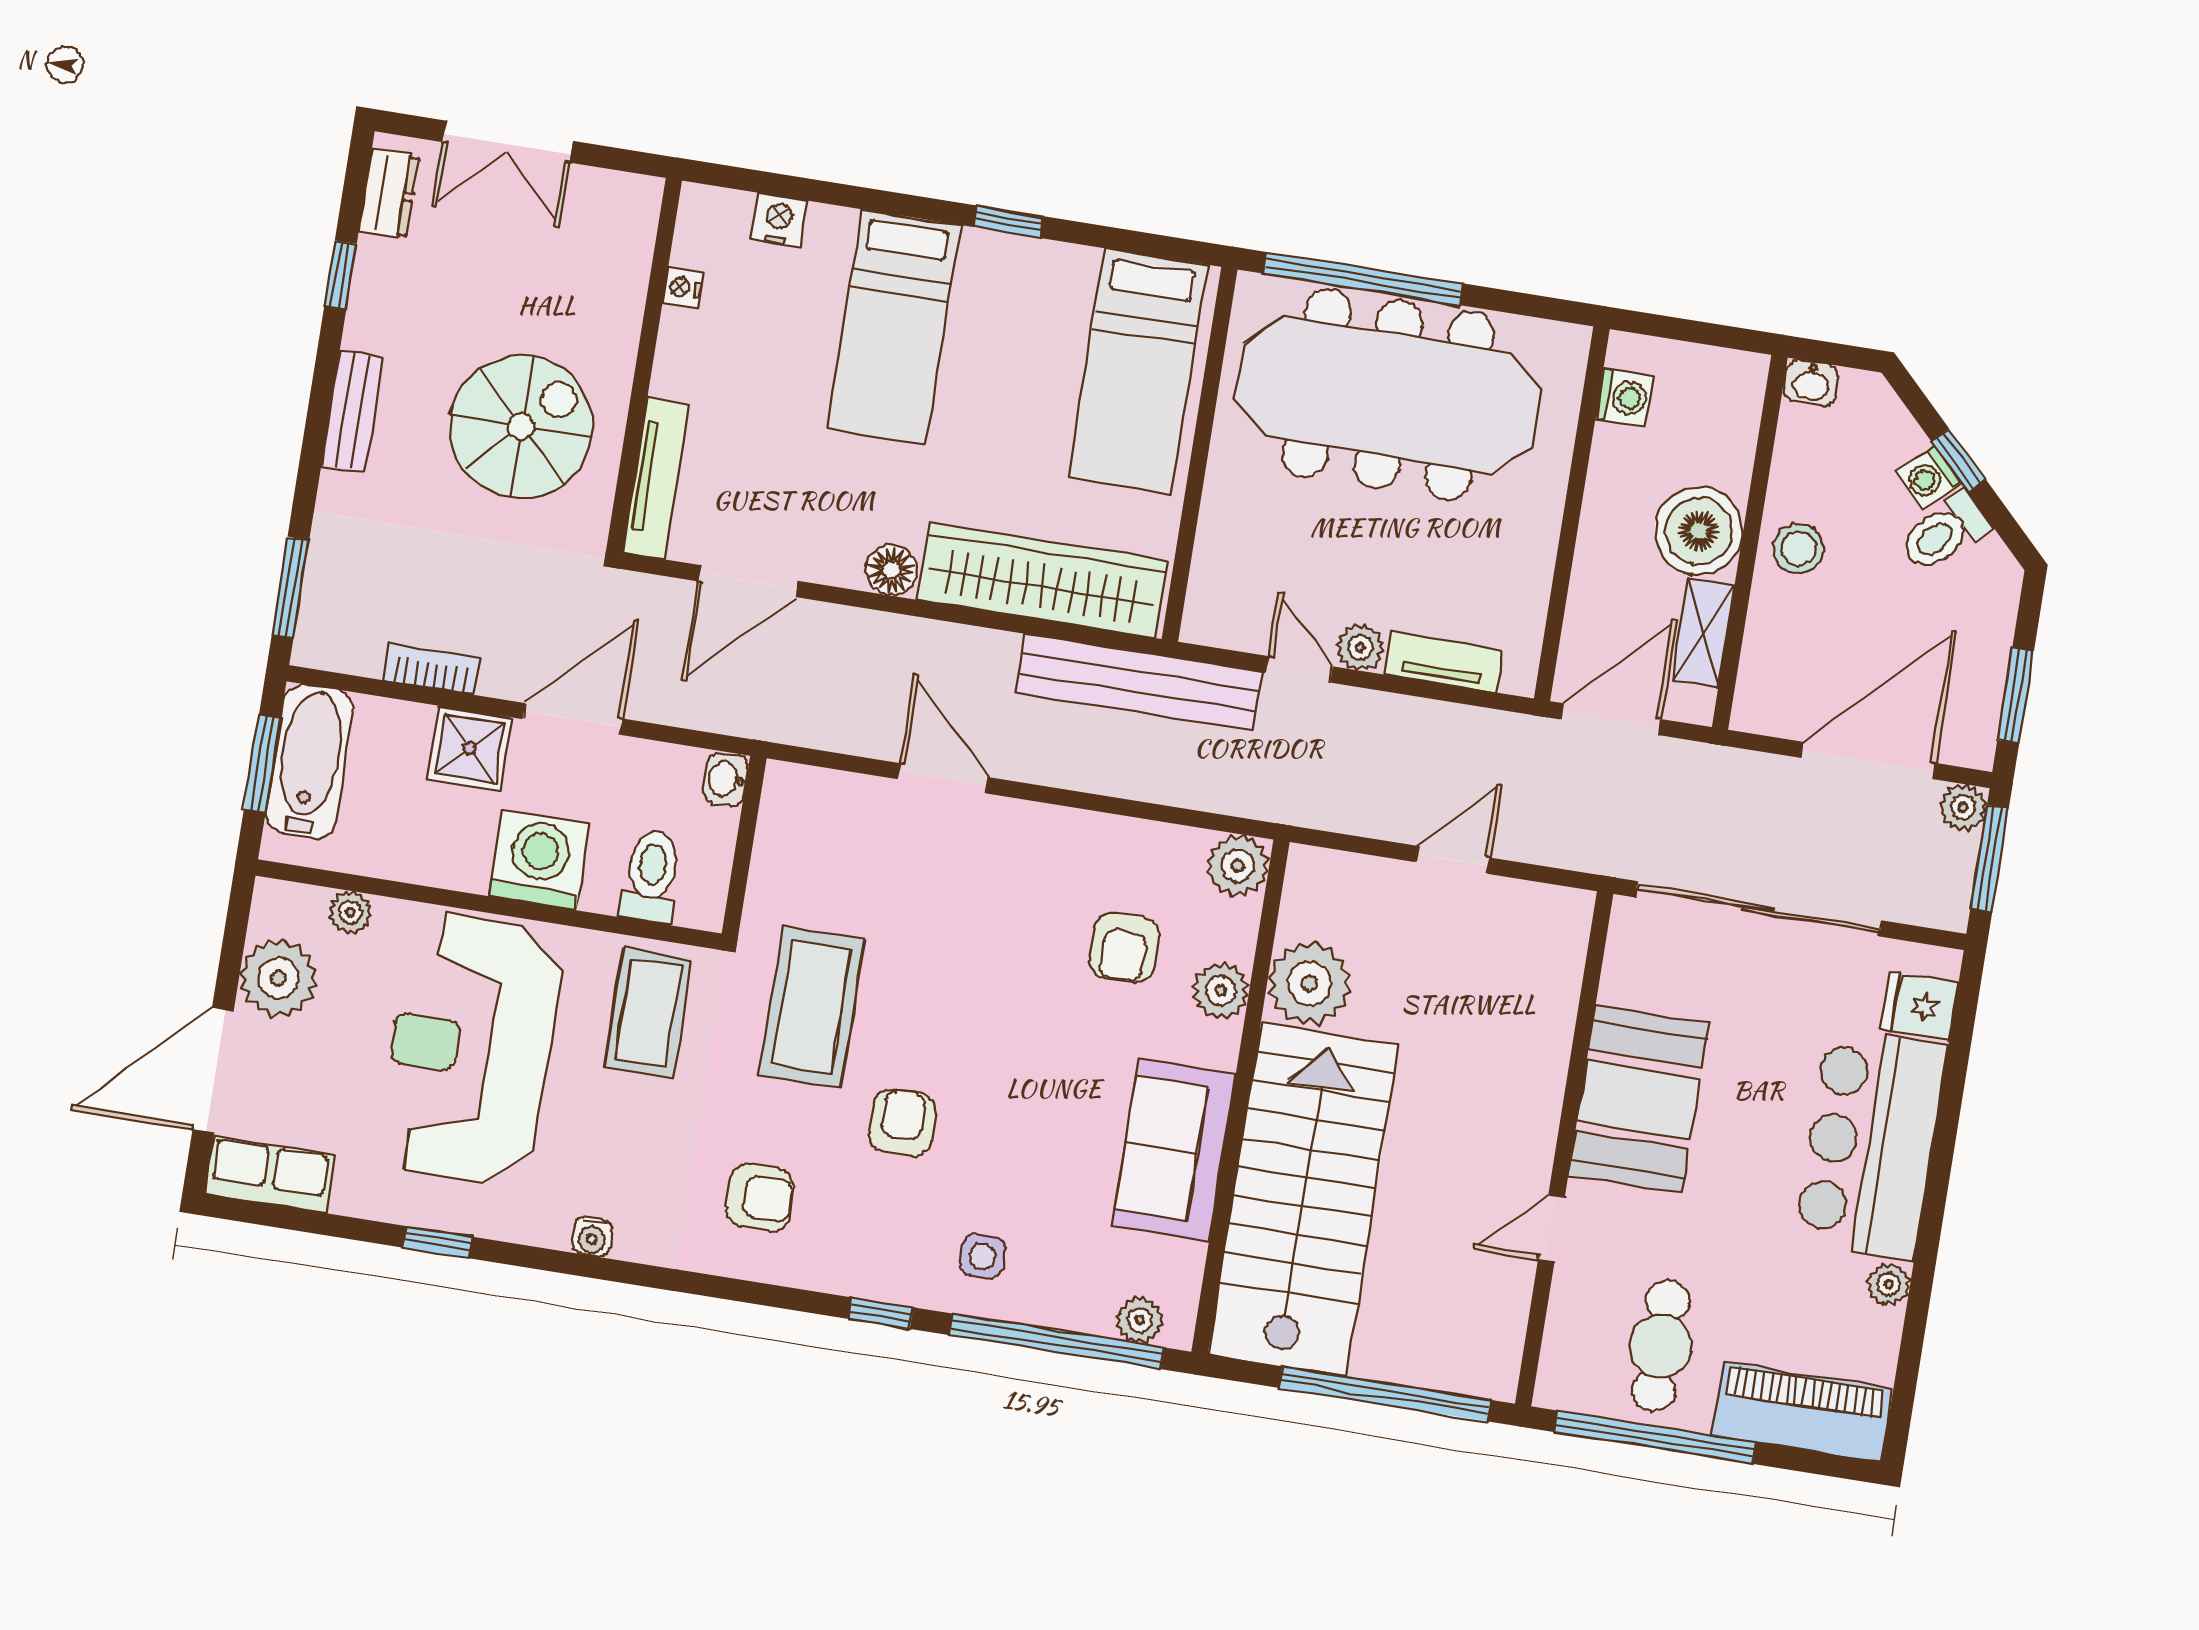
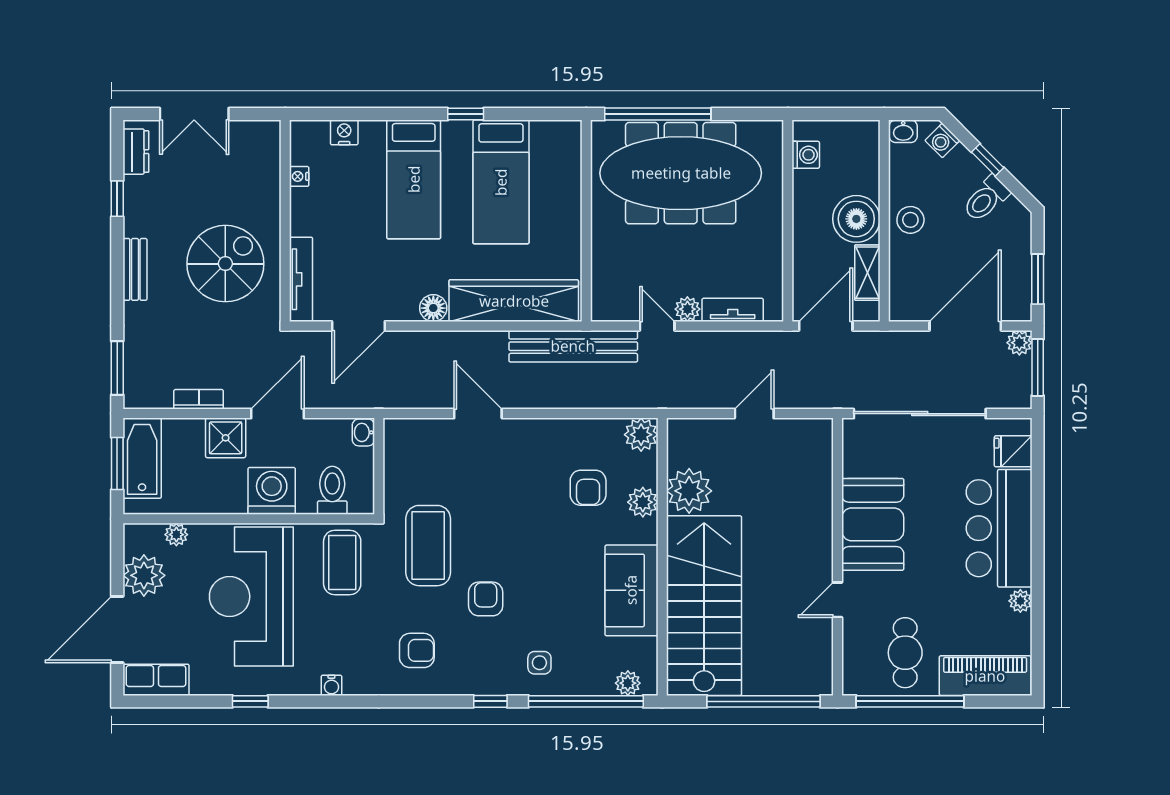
bed: (1138, 371) -> (501, 182), moved
washing machine: (1929, 477) -> (942, 140), moved

